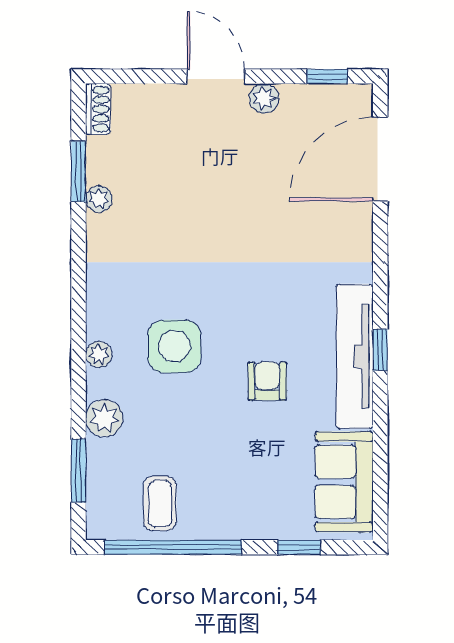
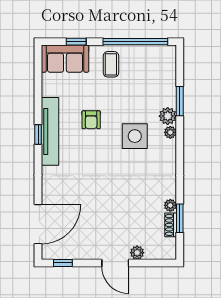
plant: (264, 98) -> (137, 253), moved
shoe rack: (98, 109) -> (171, 225), moved
plant: (104, 418) -> (168, 116), moved
window: (79, 471) -> (180, 101), moved
sofa: (344, 482) -> (65, 59), moved, turned 90
coffee table: (160, 504) -> (111, 64), moved

